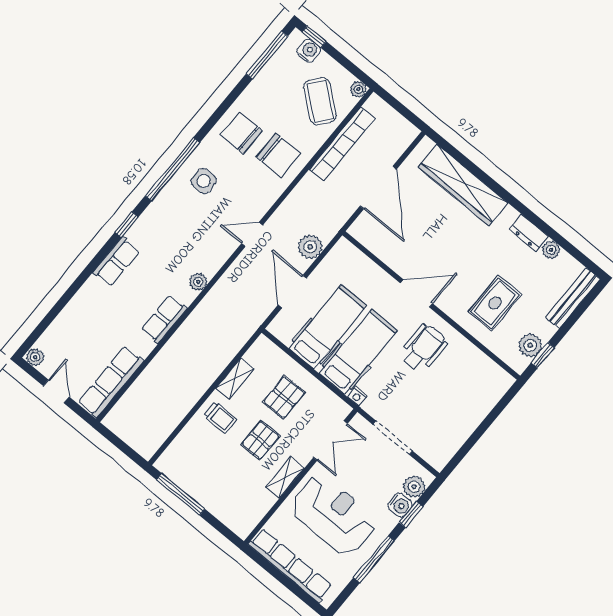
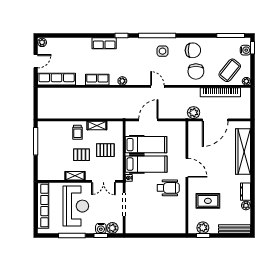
chair: (241, 133) -> (193, 50), turned 90
plant: (310, 247) -> (194, 113), moved

